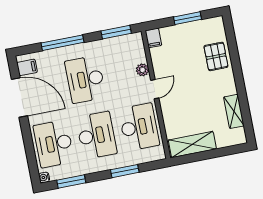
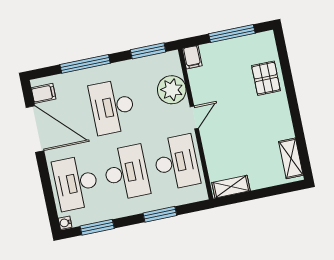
window: (187, 18) -> (232, 33), width x1.44
plant: (142, 70) -> (172, 90), width x1.87, depth x1.87
shelving: (234, 111) -> (291, 158), moved
shelving: (192, 144) -> (231, 187), width x0.67, depth x0.75

